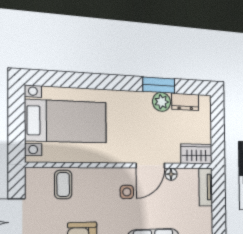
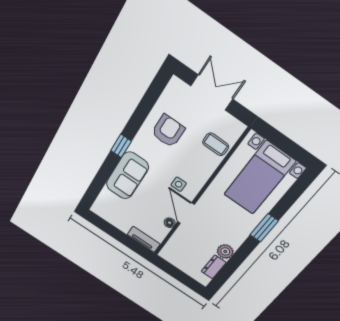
window: (159, 85) -> (264, 228), moved
wardrobe: (196, 154) -> (172, 249), removed

